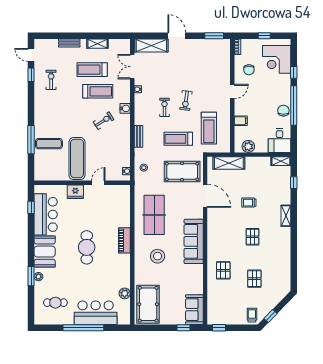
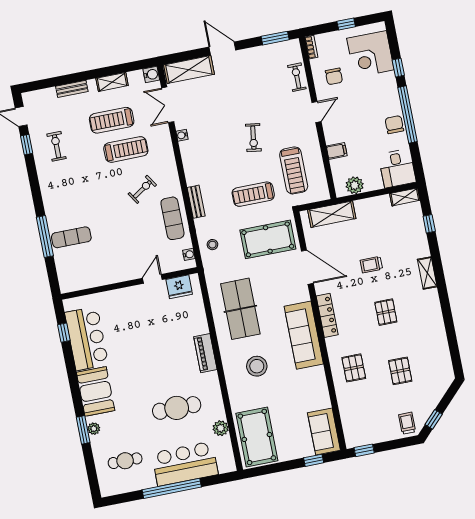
exercise bike: (164, 107) -> (297, 77), moved
water cooler: (125, 108) -> (151, 75), moved
exercise mat: (77, 159) -> (172, 218), moved, width x0.73, depth x0.69
fridge: (75, 192) -> (179, 287), moved
locker: (212, 231) -> (327, 315), added
cafe table: (87, 247) -> (177, 408), moved, turned 90

